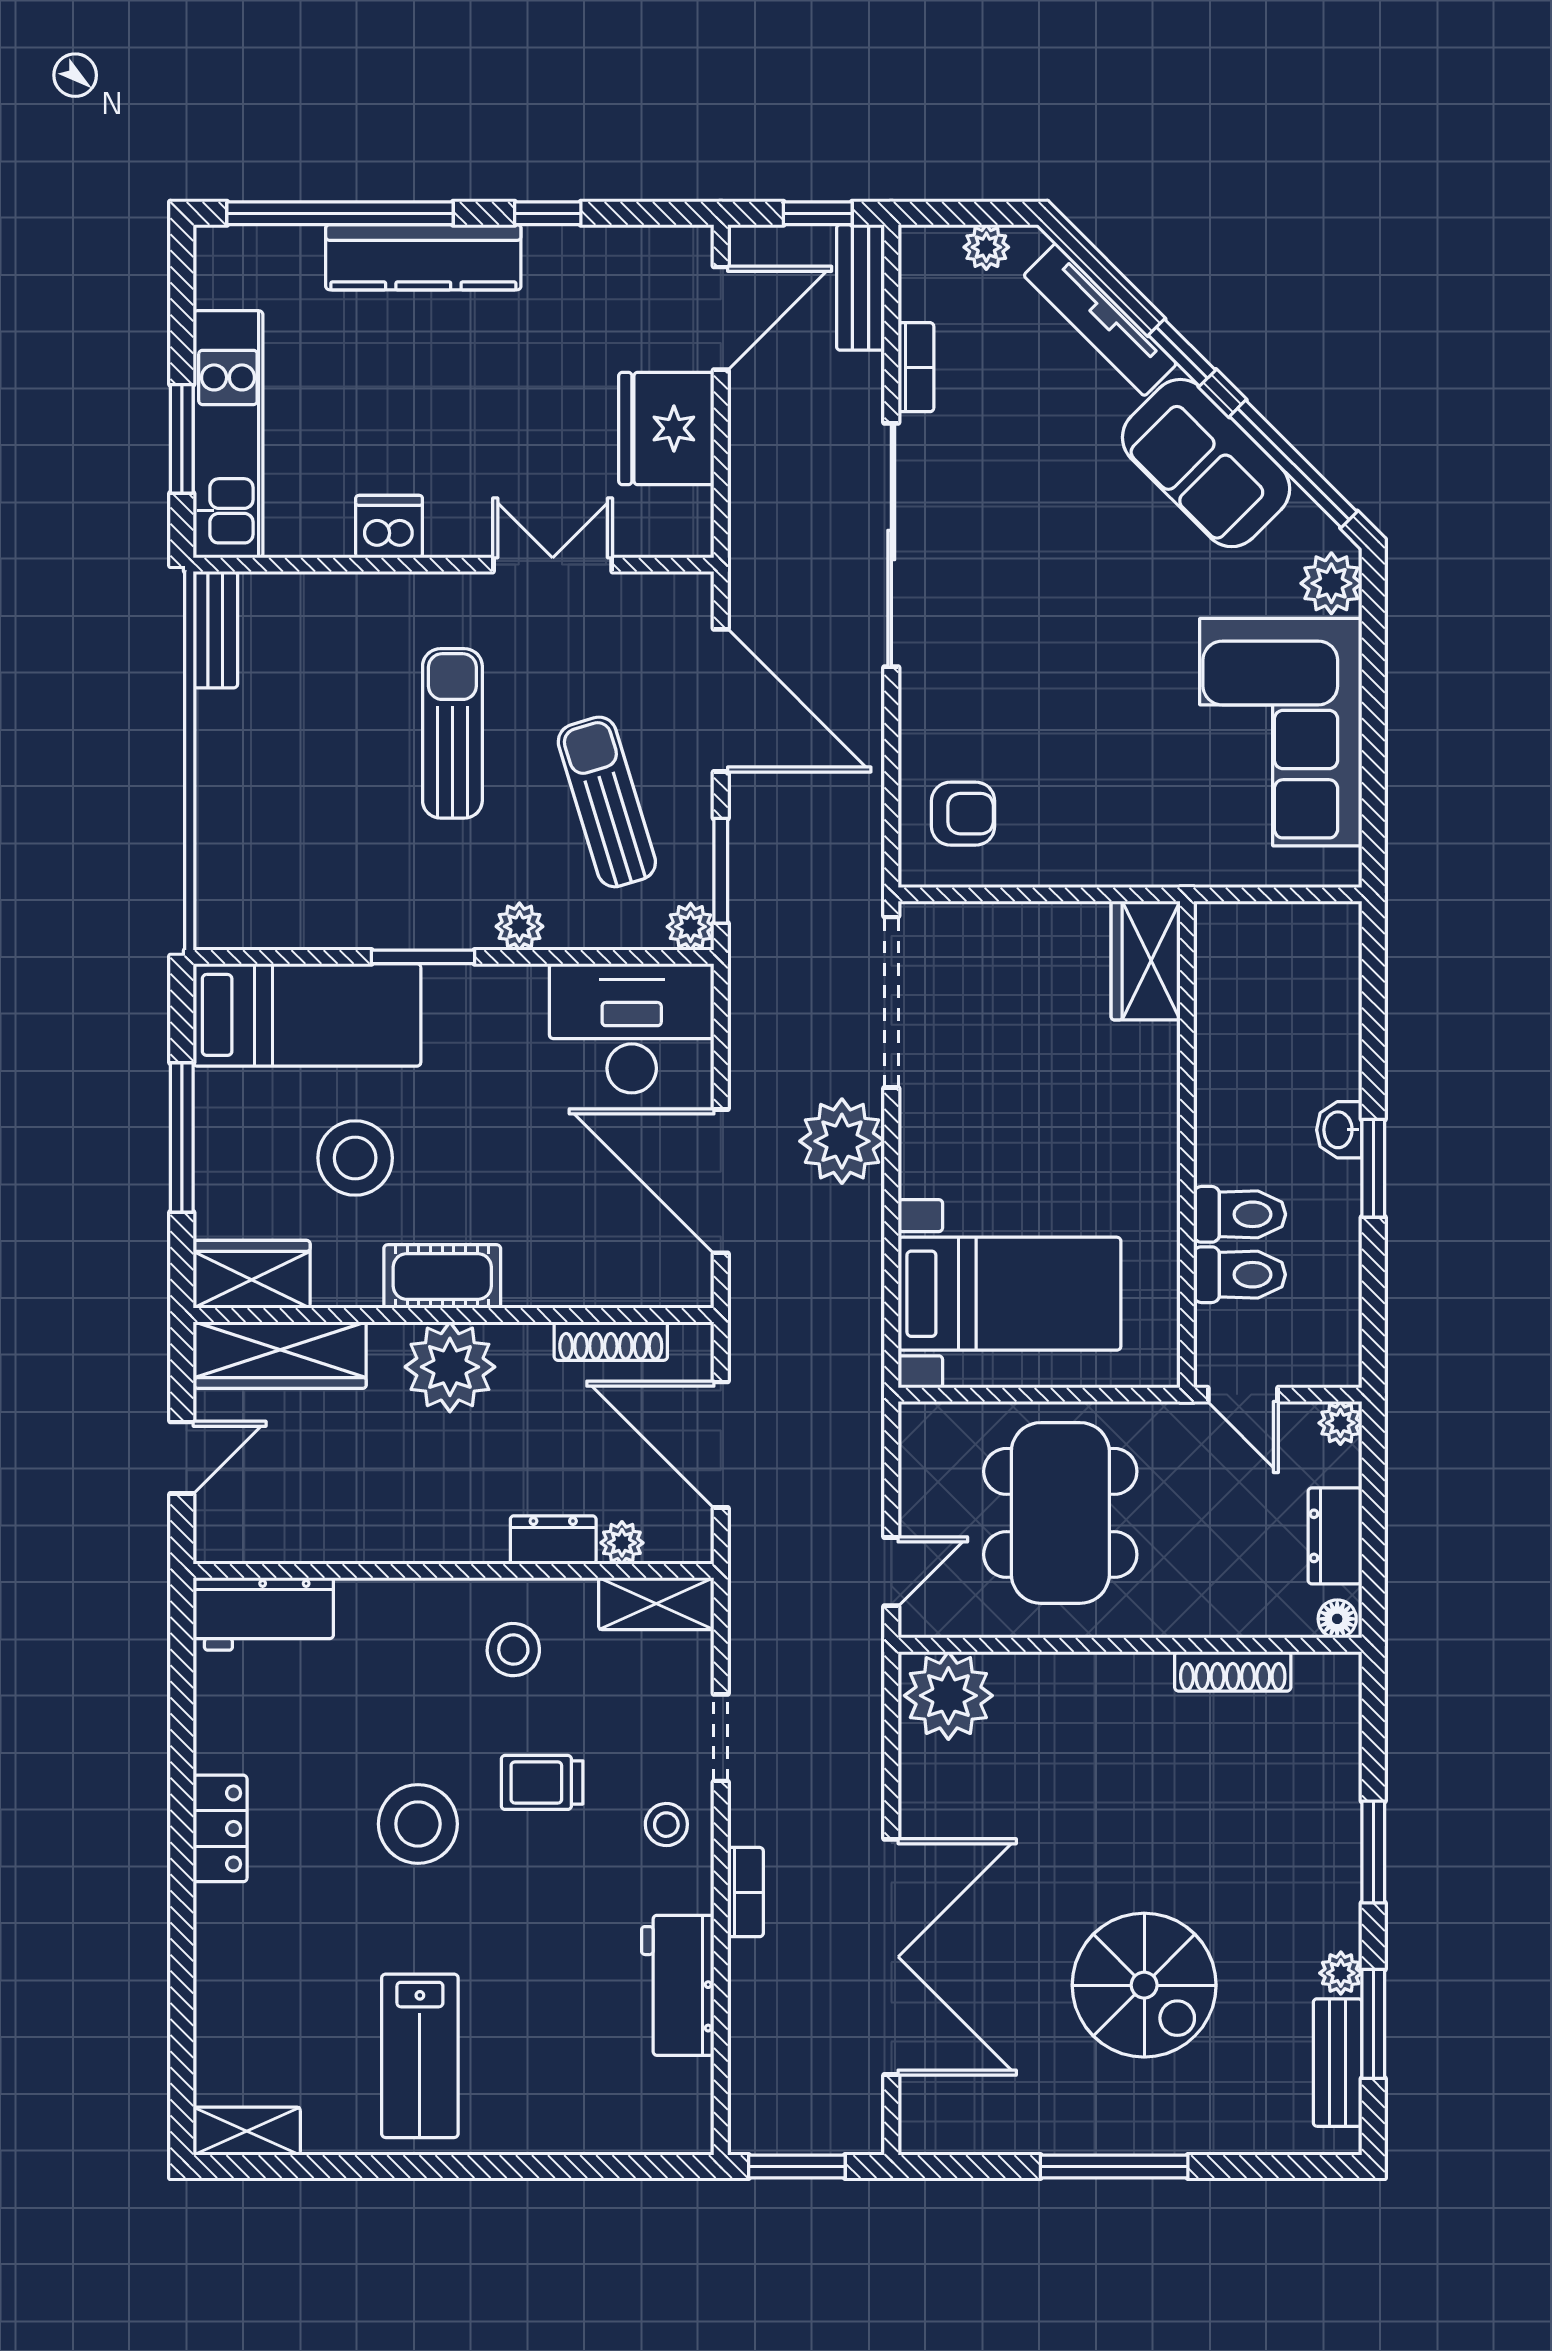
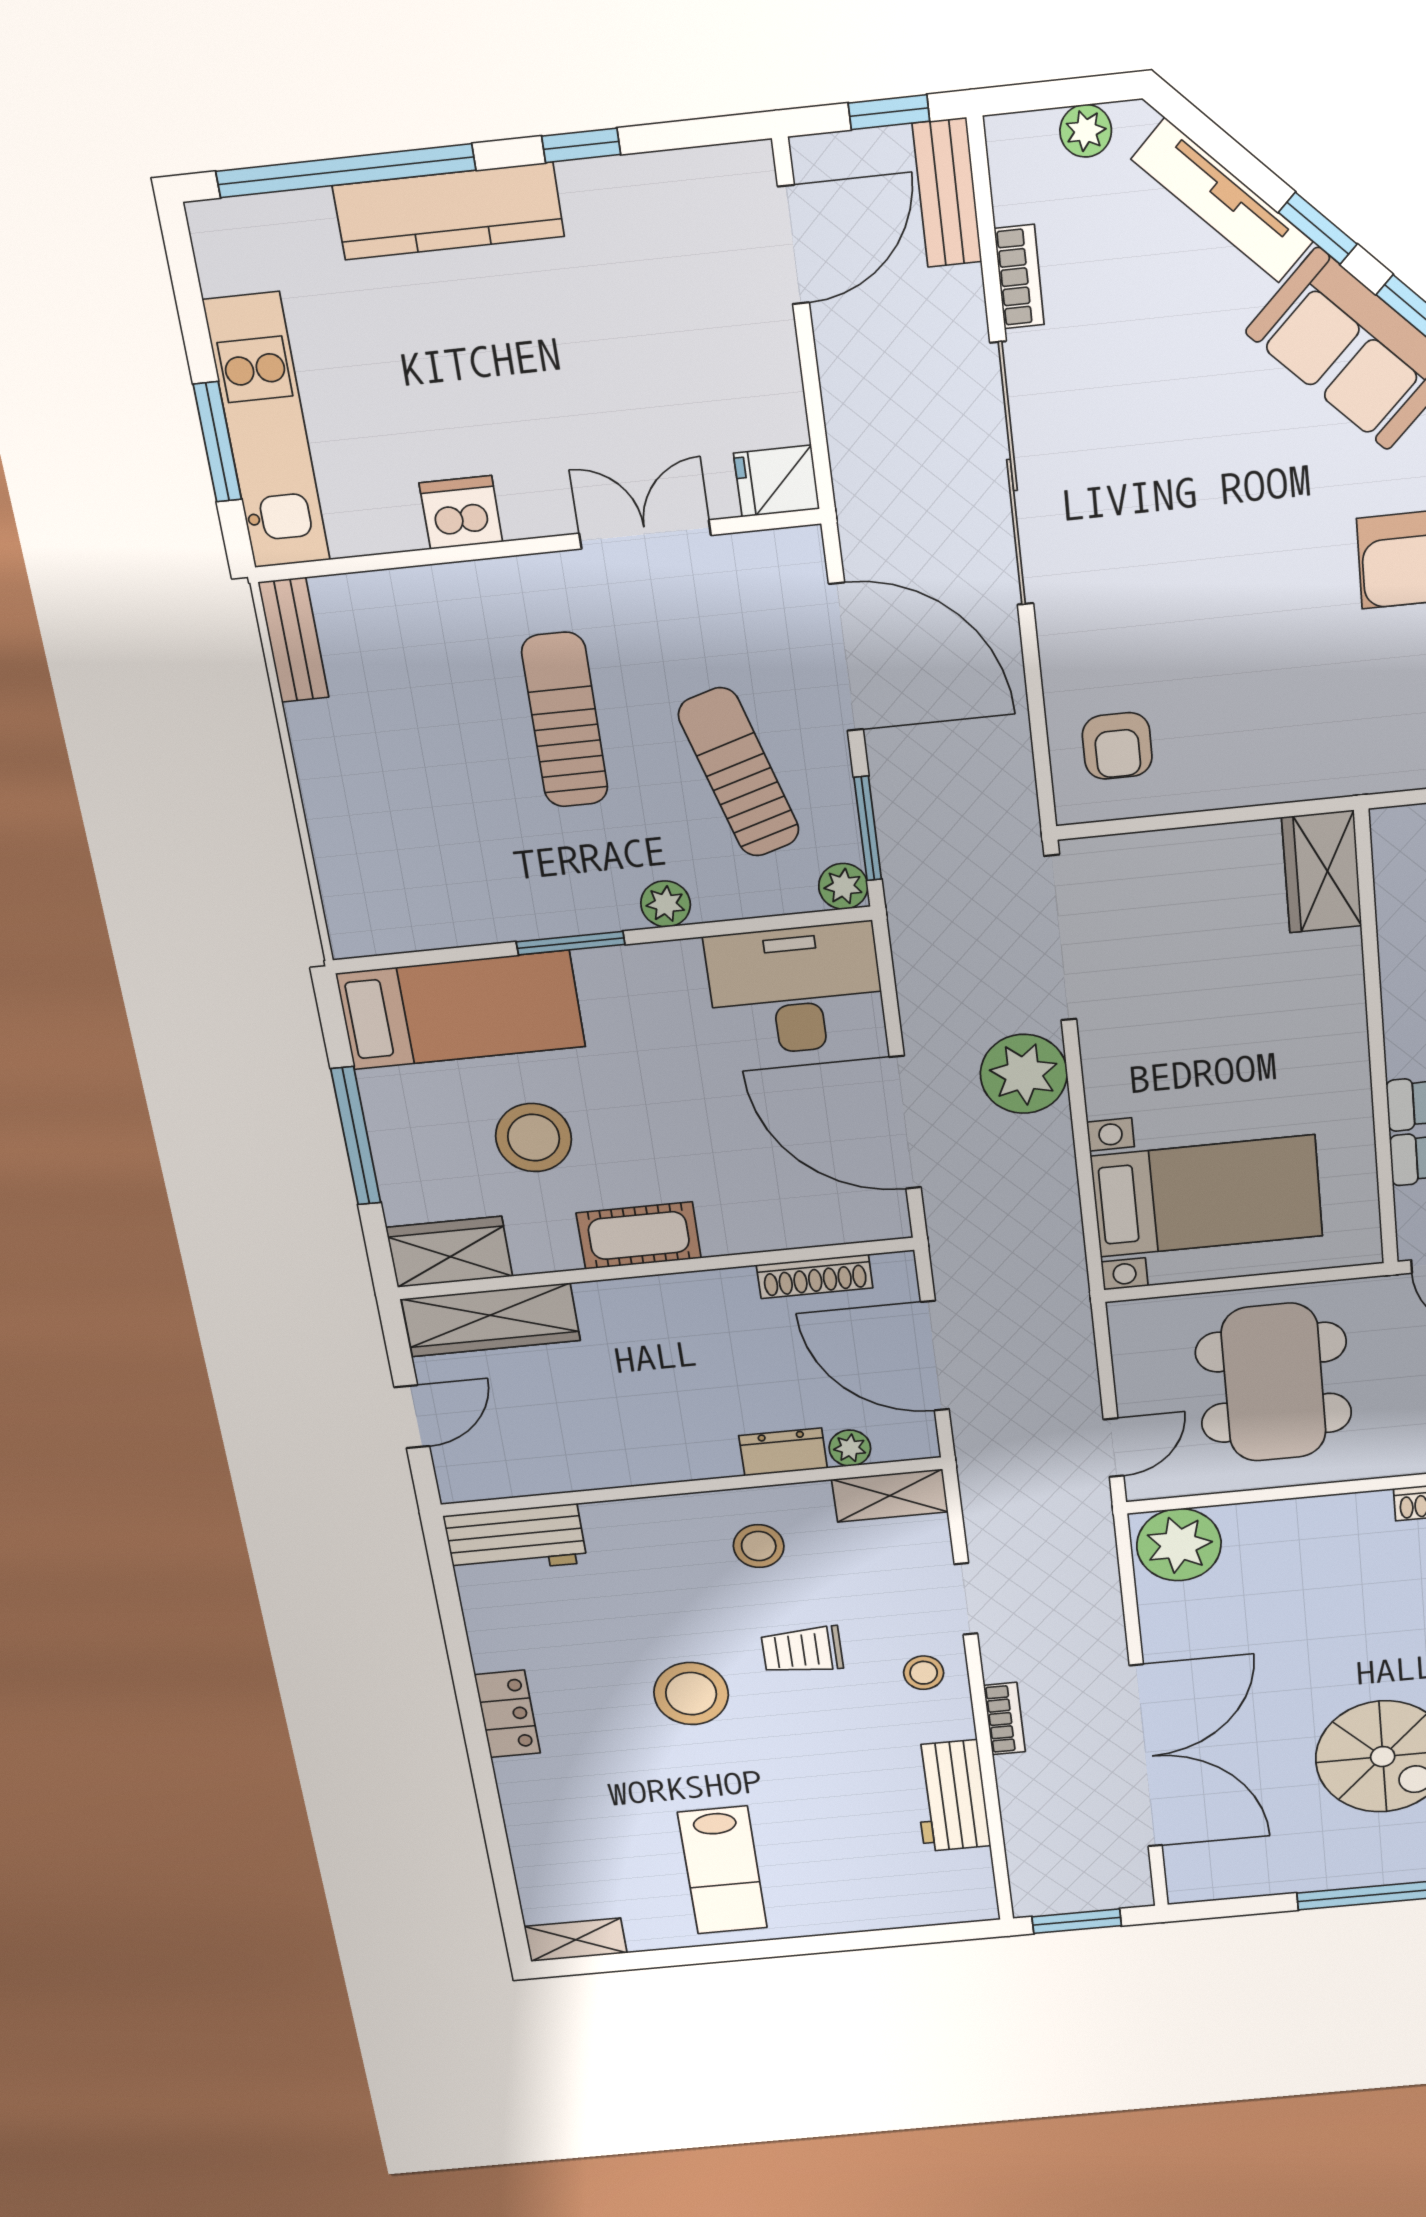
fridge: (666, 428) -> (777, 481), moved, width x0.53, depth x0.75
armchair: (963, 814) -> (1117, 746), turned 90
plant: (450, 1367) -> (659, 1314), removed

